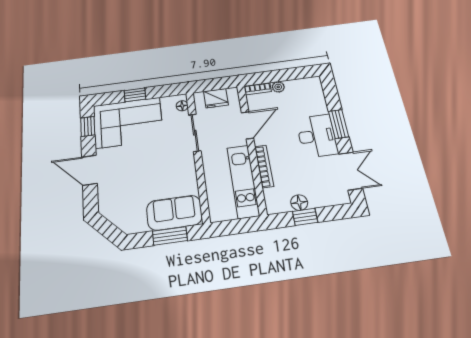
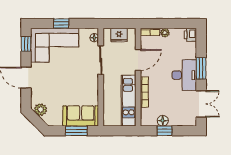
printer: (313, 85) -> (190, 35), added
plant: (113, 212) -> (41, 110), added

